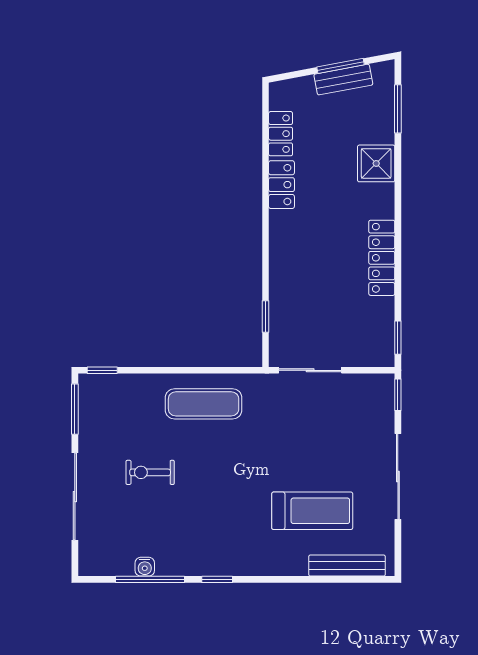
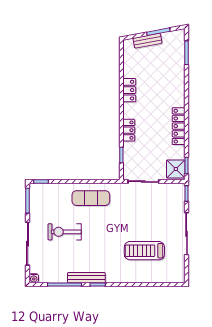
bench: (343, 80) -> (147, 41), moved
locker: (281, 134) -> (129, 130), moved
shower: (376, 163) -> (176, 169), moved
exercise bike: (150, 472) -> (65, 232), width x1.38, depth x1.39
treadmill: (312, 511) -> (144, 251), turned 180
bench: (347, 566) -> (86, 278), moved
water cooler: (145, 567) -> (34, 278), moved

